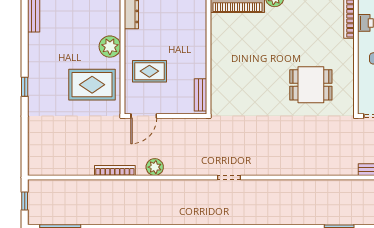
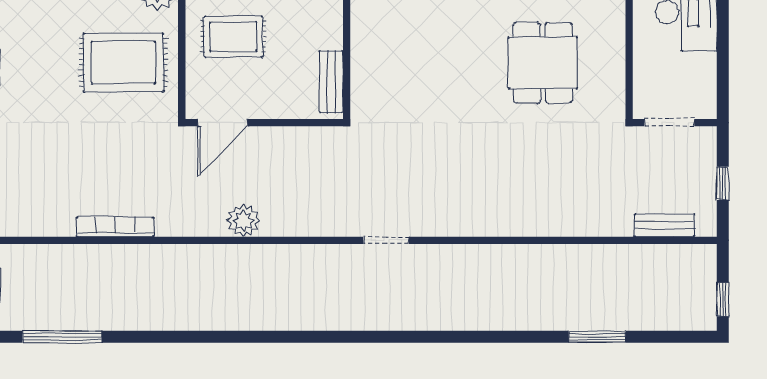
dining table: (311, 85) -> (543, 63), turned 90
bookcase: (115, 170) -> (115, 227), moved

